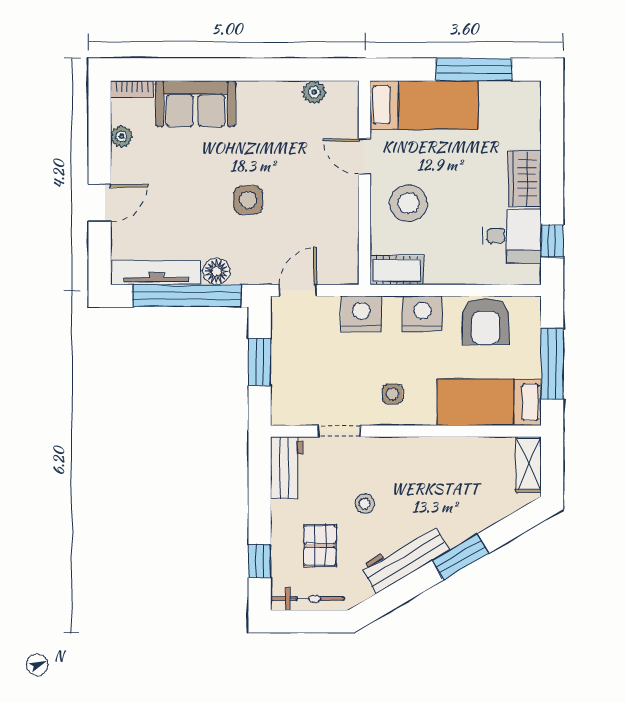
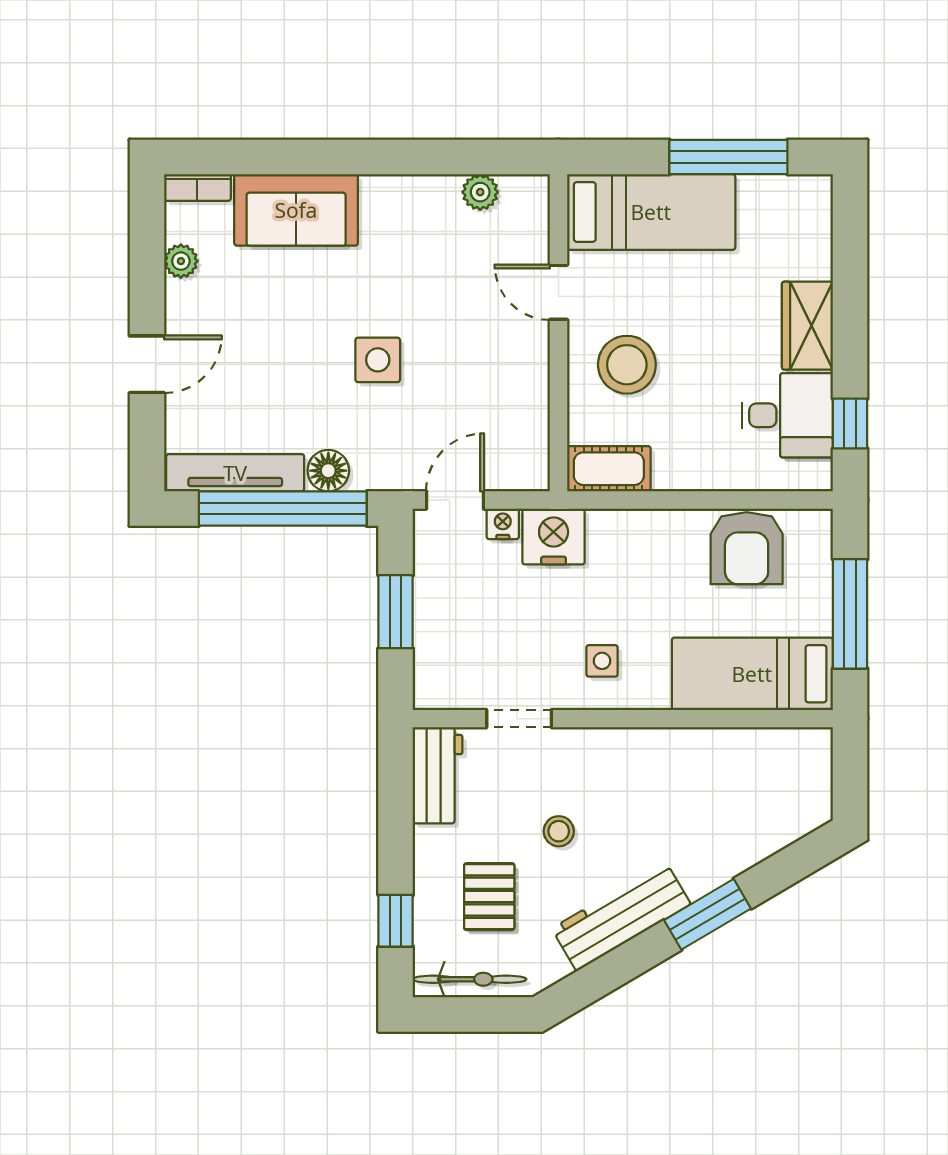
nightstand: (422, 313) -> (503, 524), moved, width x0.53, depth x0.56
shelving: (529, 464) -> (813, 770), removed

